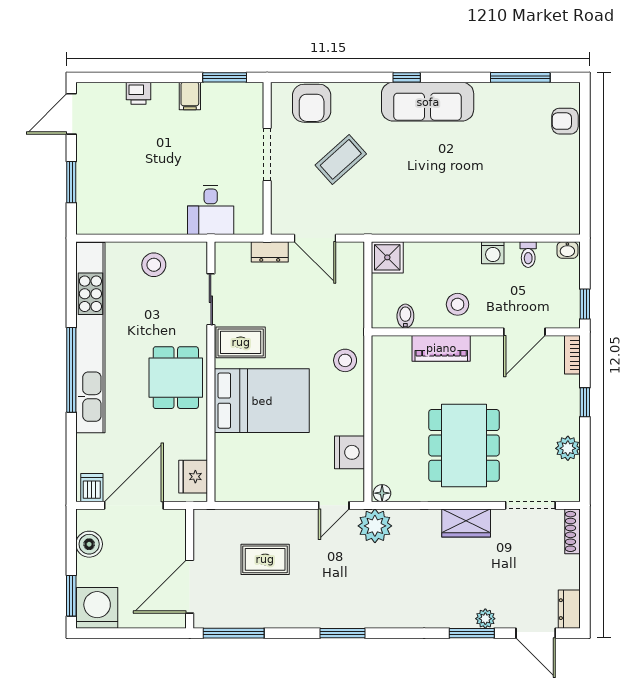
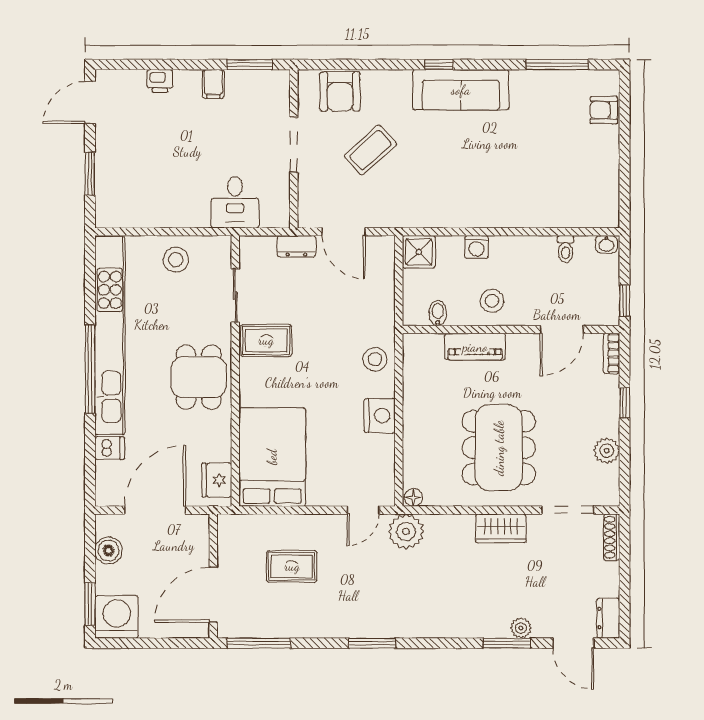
washing machine: (493, 253) -> (477, 247), moved
bed: (262, 401) -> (272, 457), moved, turned -90
nightstand: (350, 452) -> (380, 416), moved
dishwasher: (92, 488) -> (110, 448), moved, turned 90

